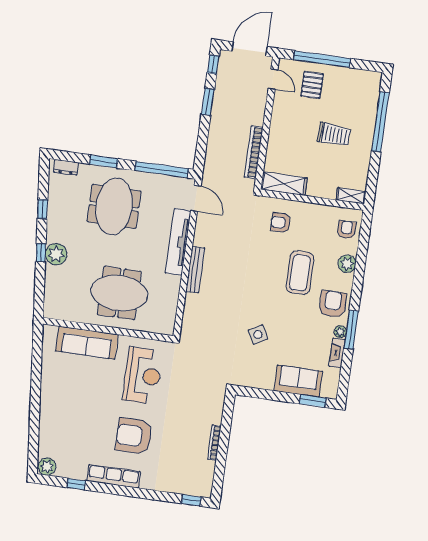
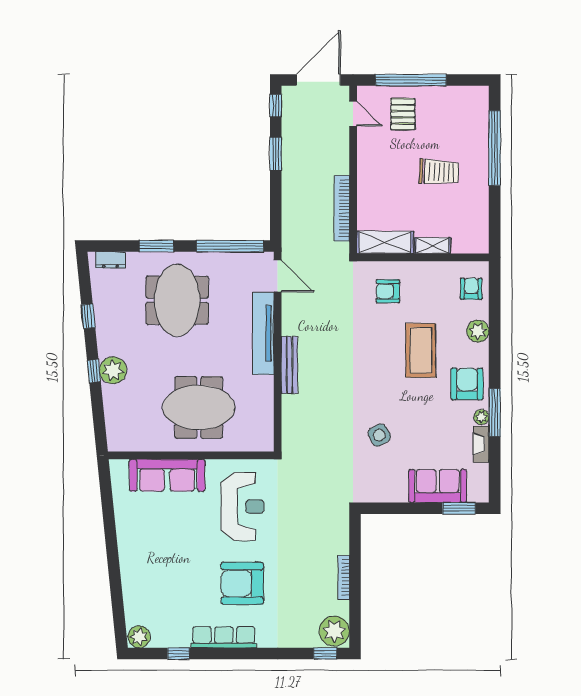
shelving: (351, 196) -> (432, 246), moved
plant: (201, 484) -> (334, 631), added

